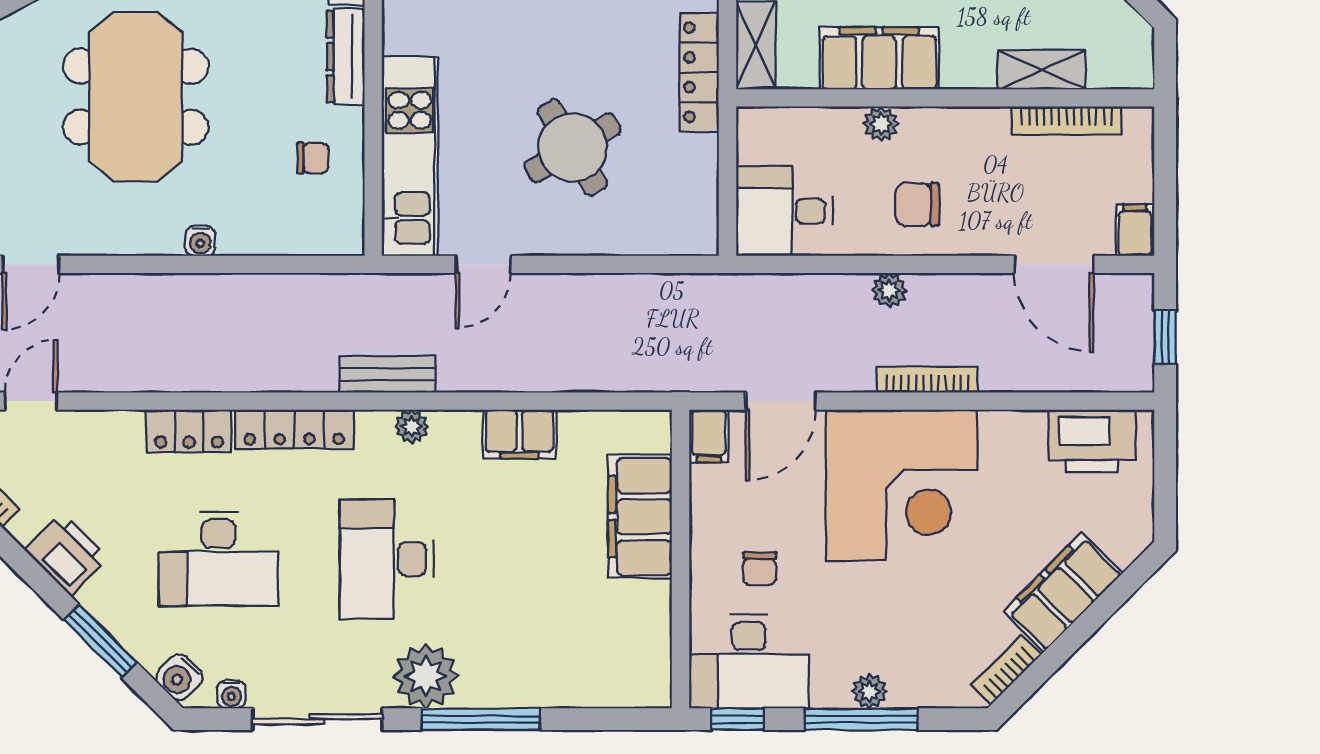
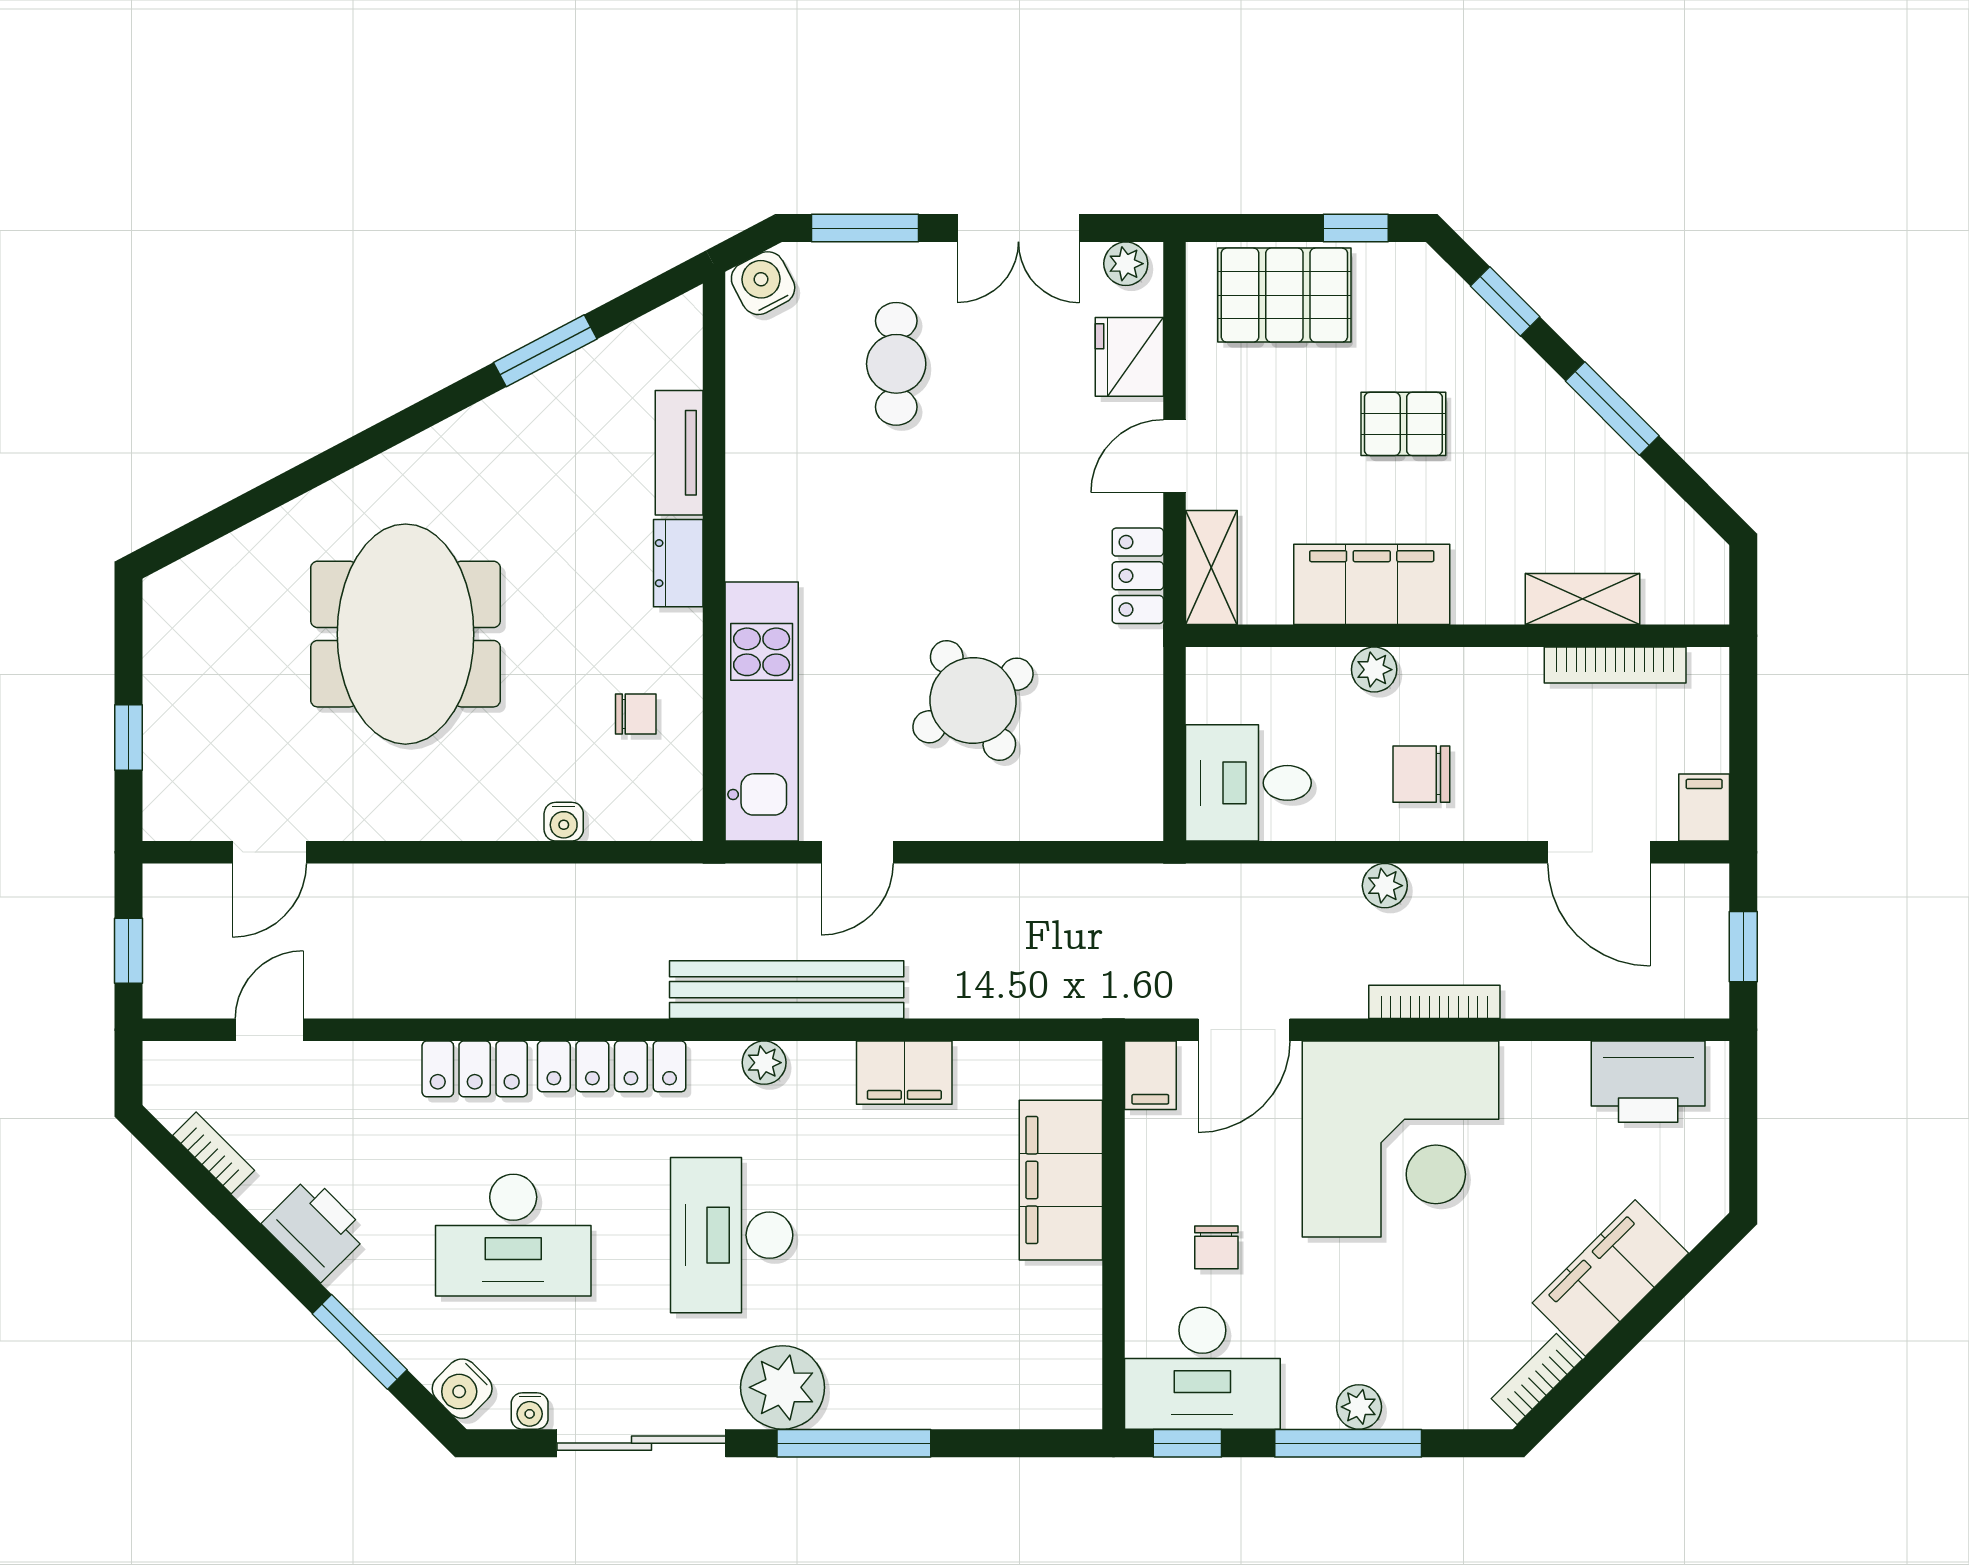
dresser: (346, 57) -> (678, 563), width x0.70
locker: (699, 72) -> (1138, 576), width x0.66
water cooler: (200, 241) -> (564, 822), moved
bench: (387, 374) -> (787, 990), width x1.86, depth x1.21

